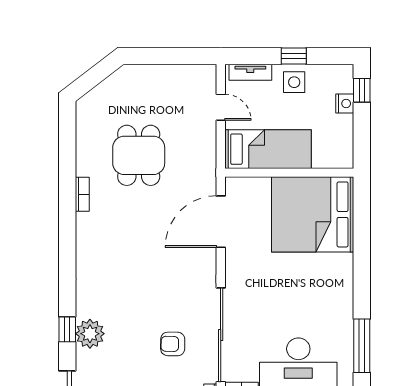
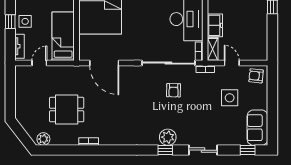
plant: (87, 114) -> (43, 139), added

